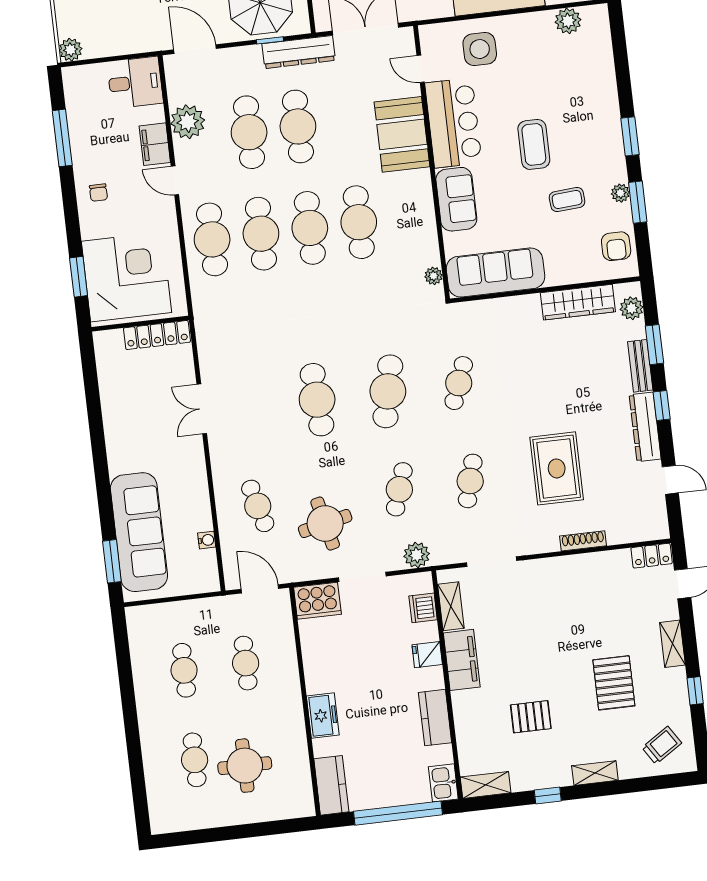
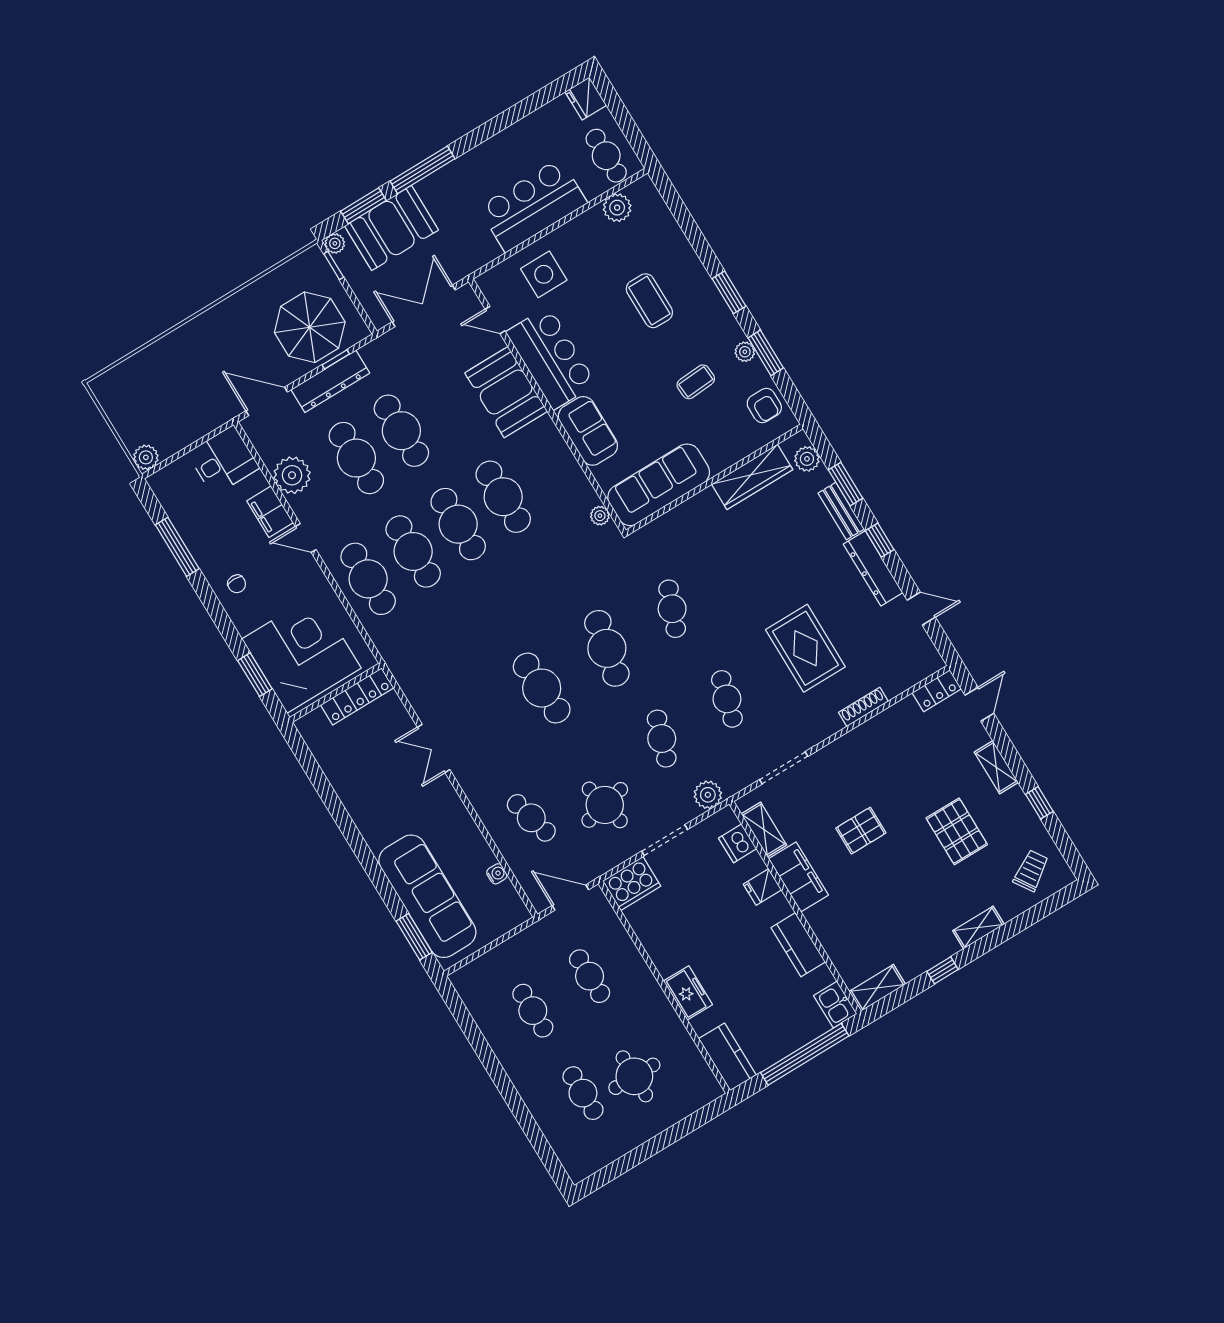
dresser: (299, 52) -> (330, 381), moved
coffee table: (534, 144) -> (649, 301), moved
pallet: (531, 717) -> (861, 831), moved

